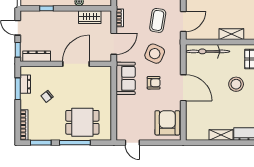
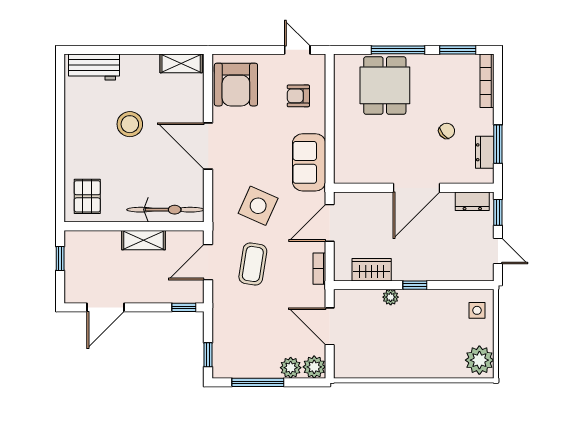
window: (47, 8) -> (415, 285), moved
shelving: (231, 34) -> (143, 240), moved
dresser: (37, 56) -> (472, 201), width x0.70
door: (76, 64) -> (416, 188), moved
armchair: (154, 83) -> (298, 96), moved
stool: (236, 84) -> (130, 124), moved
dining table: (82, 122) -> (385, 85), turned 90
shelving: (221, 135) -> (181, 63), moved

